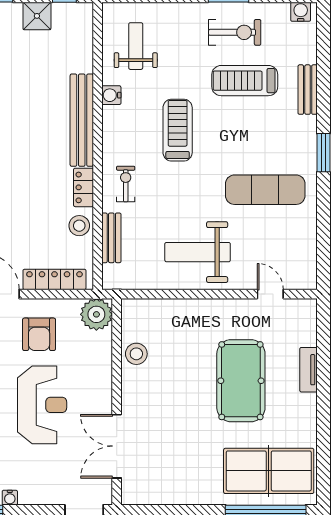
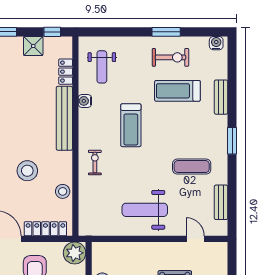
weight bench: (136, 46) -> (102, 67), turned 180
treadmill: (178, 130) -> (131, 125), turned 180
locker: (83, 187) -> (66, 72), moved
exercise mat: (265, 190) -> (192, 167), width x0.73, depth x0.69
stool: (28, 196) -> (27, 171), added
bench: (111, 238) -> (221, 202), moved

